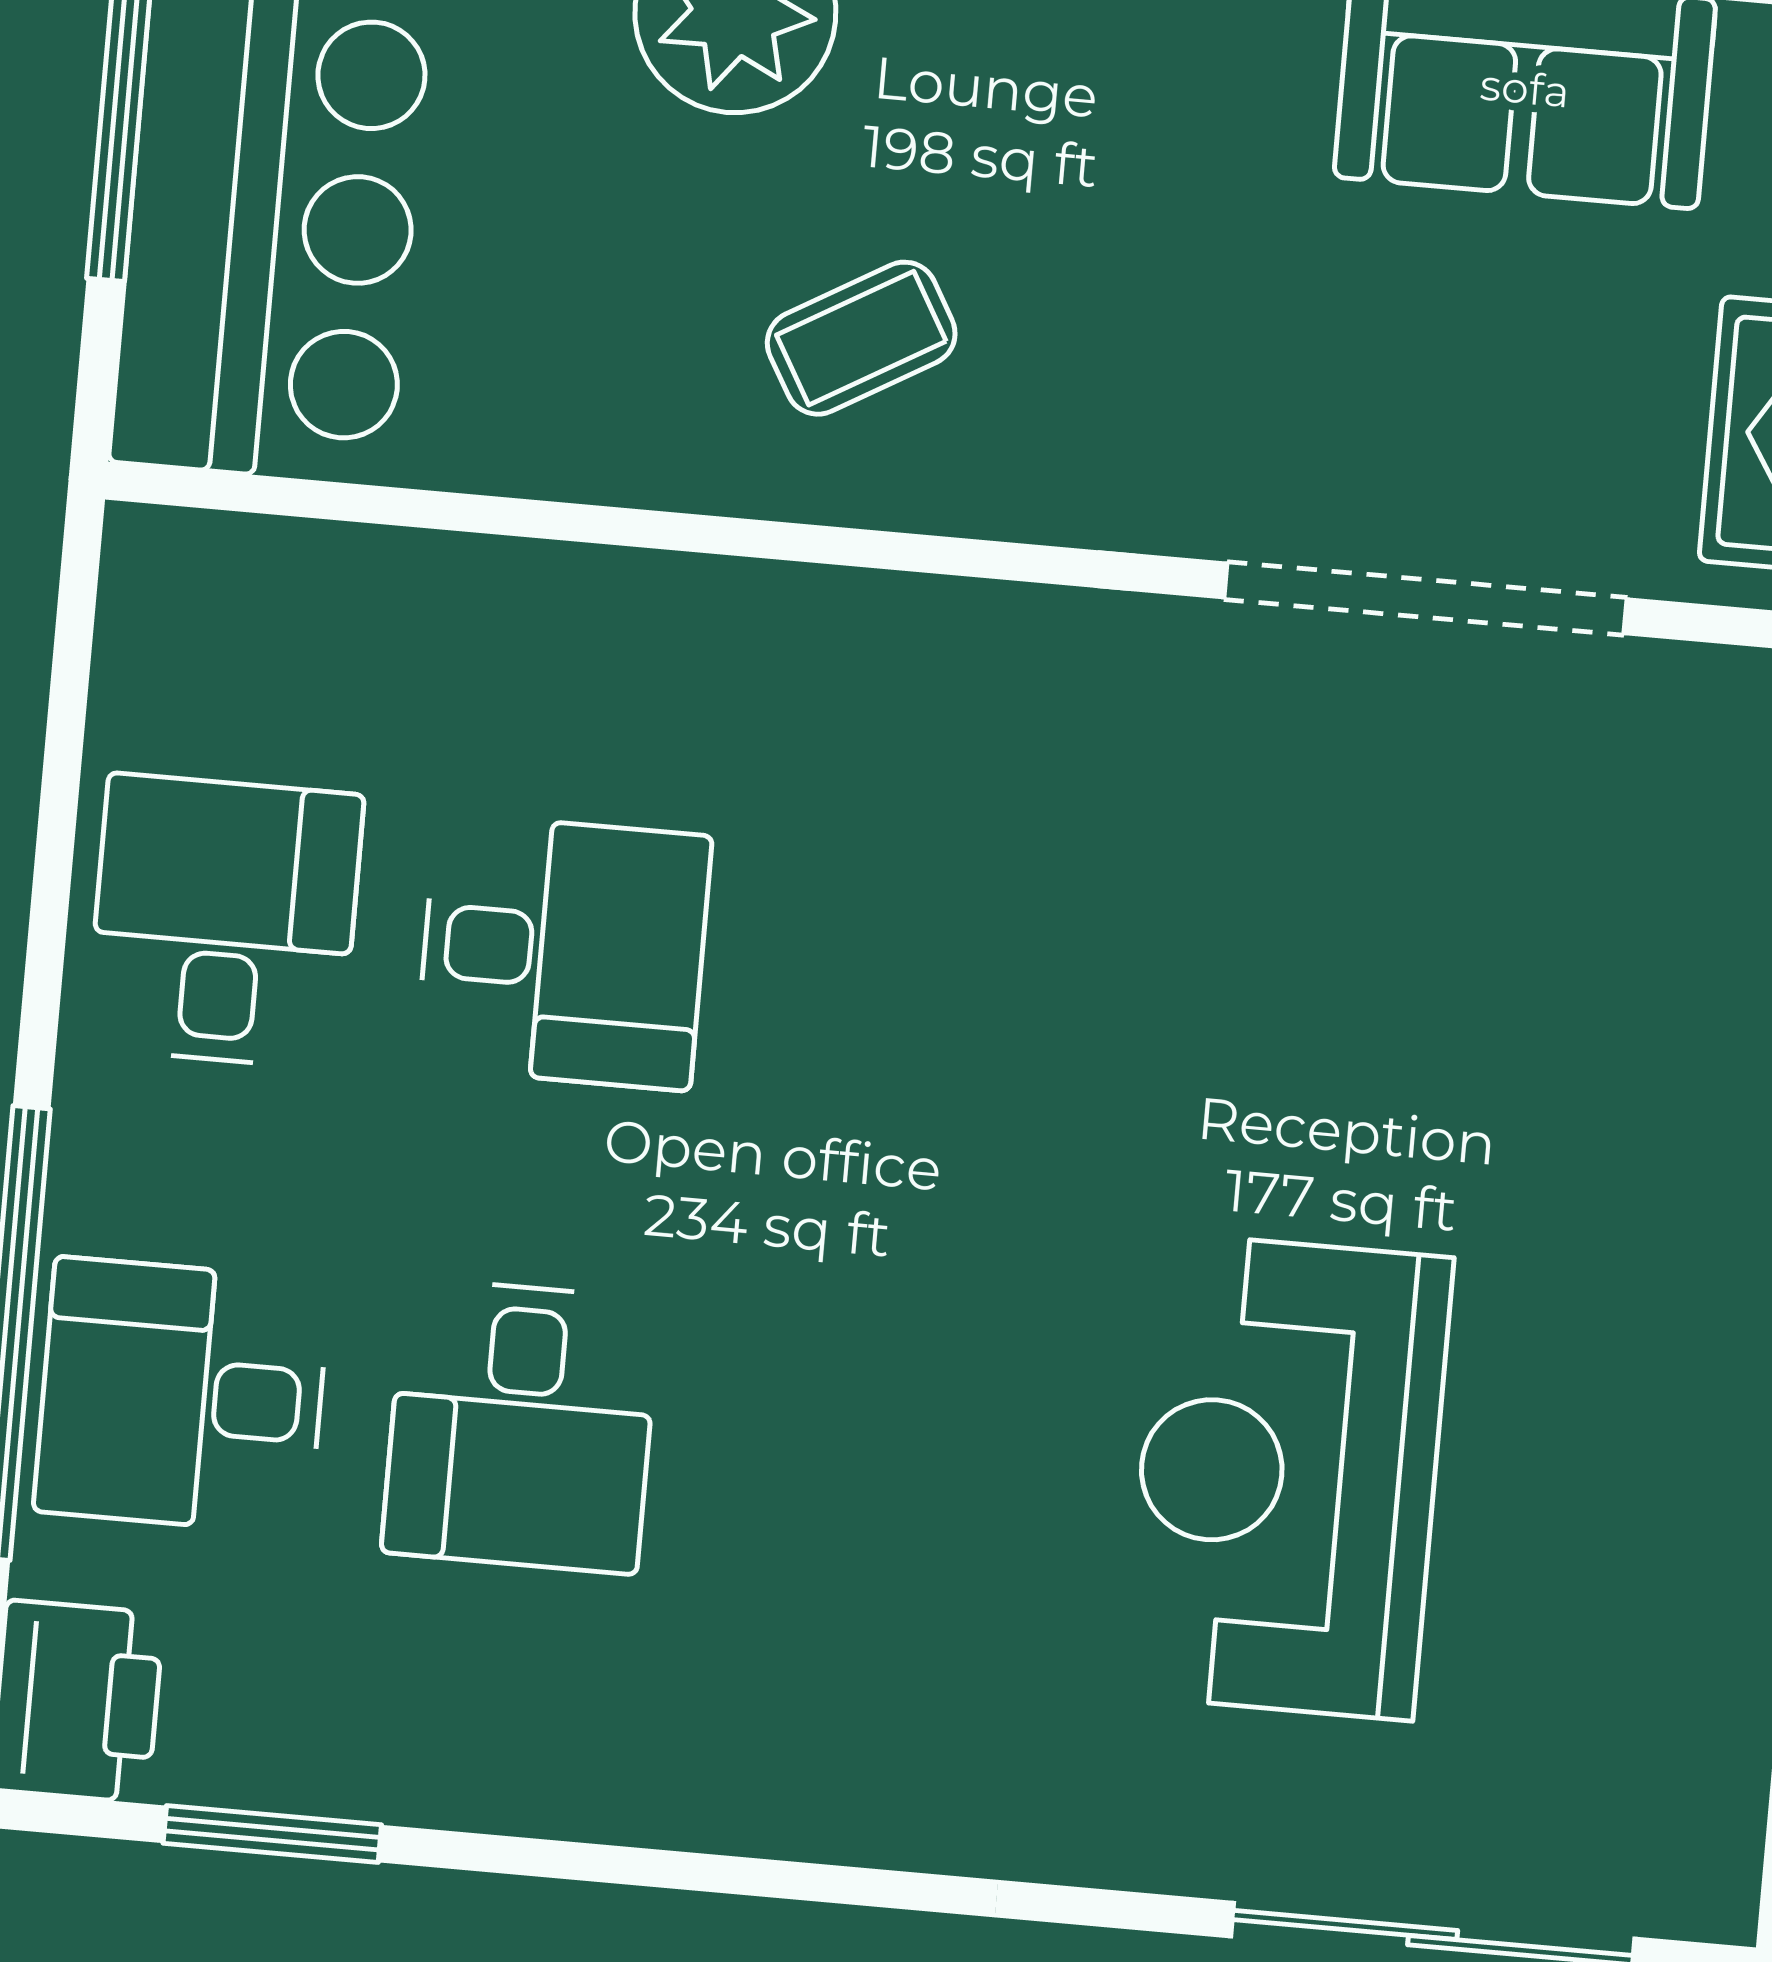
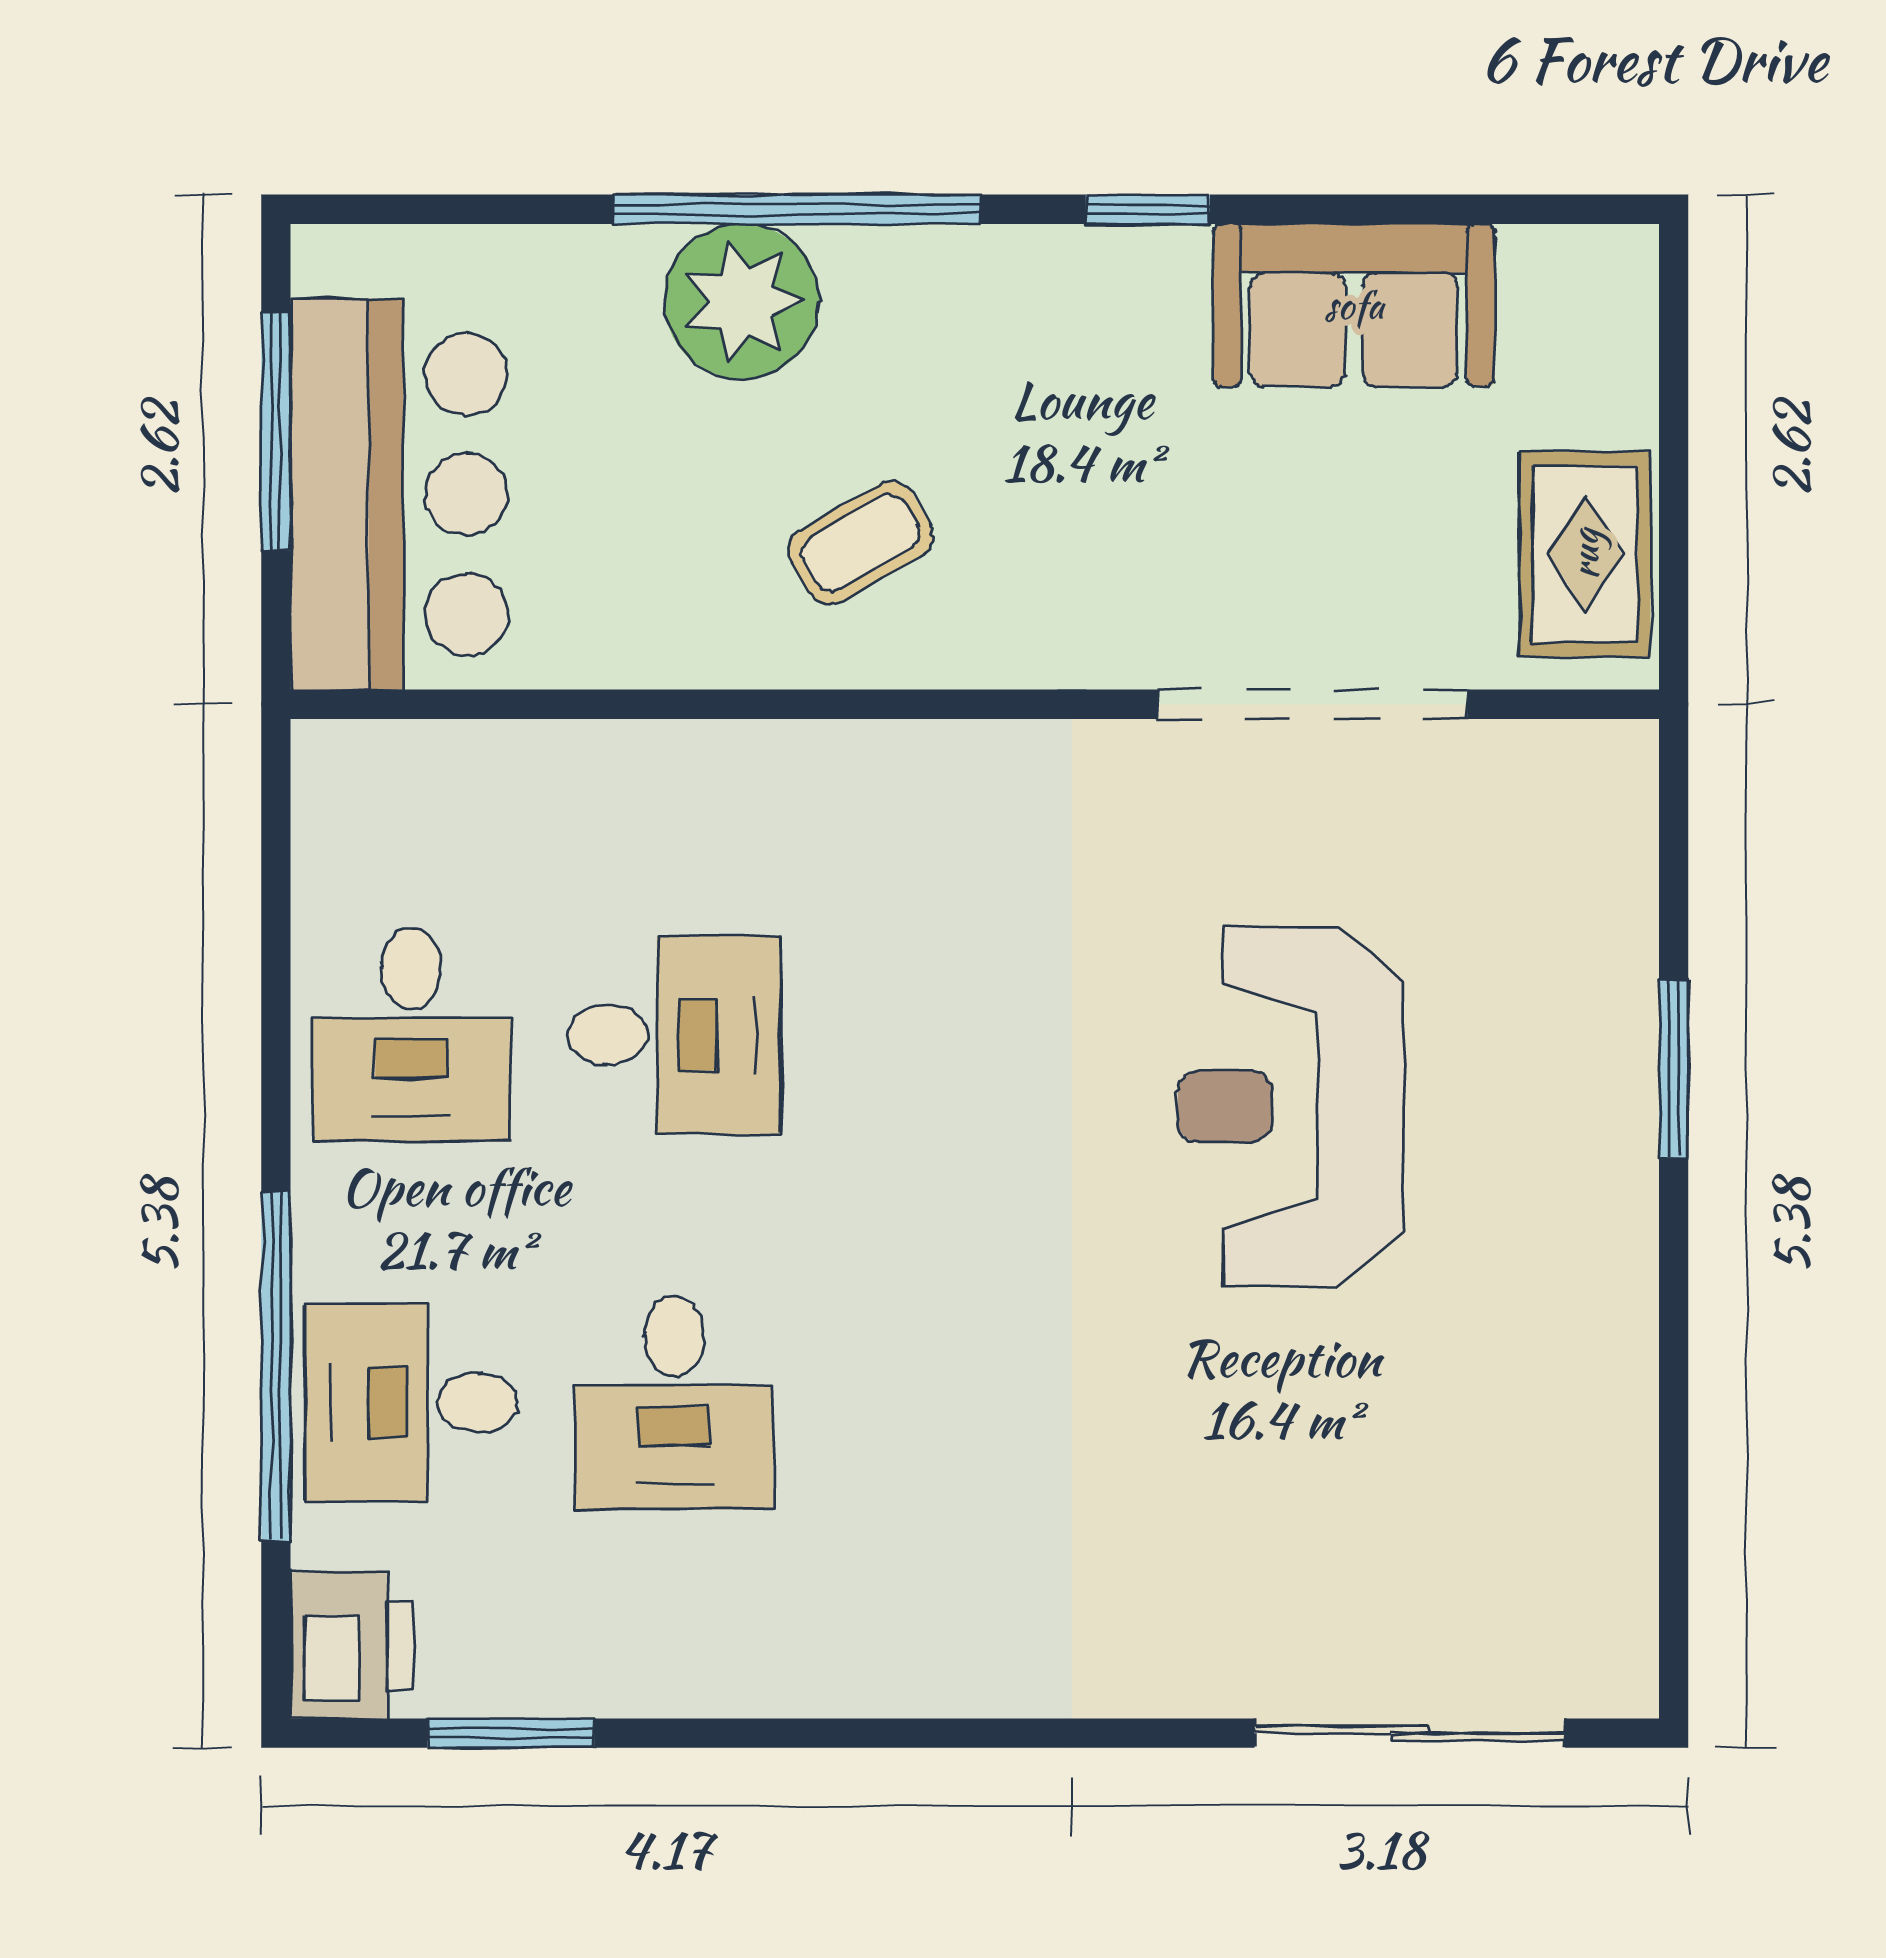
desk: (224, 921) -> (411, 1035), turned 180
reception desk: (1288, 1477) -> (1291, 1106), moved

